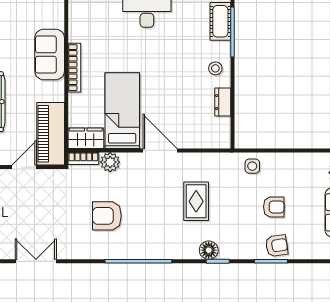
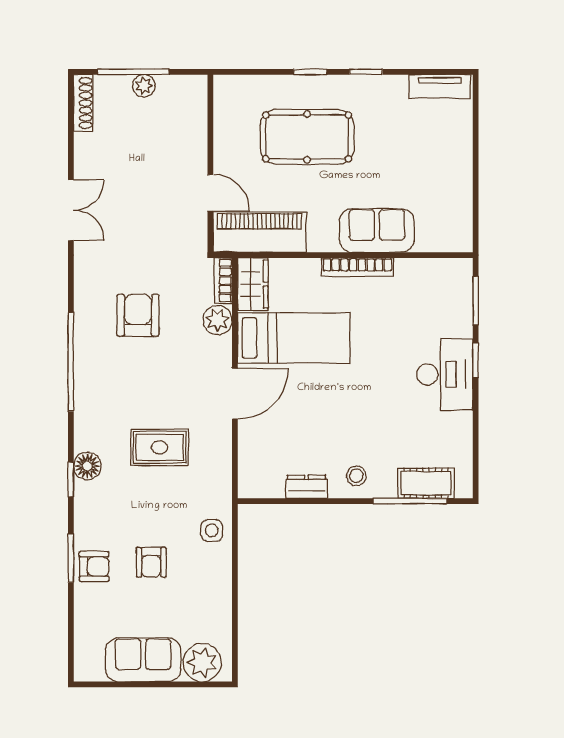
armchair: (277, 246) -> (94, 567), turned -82

